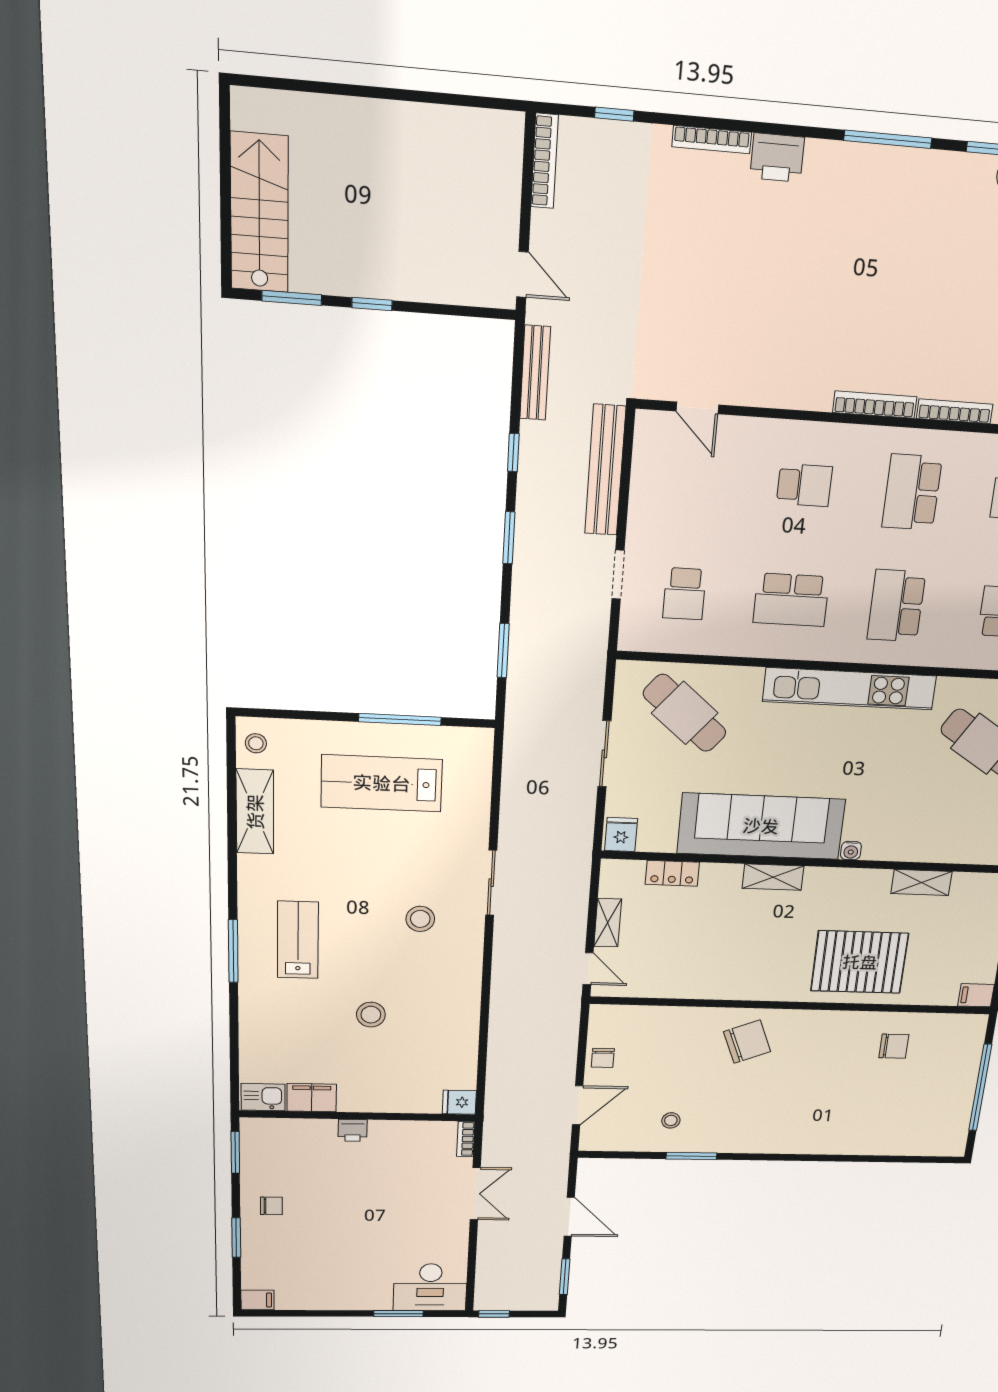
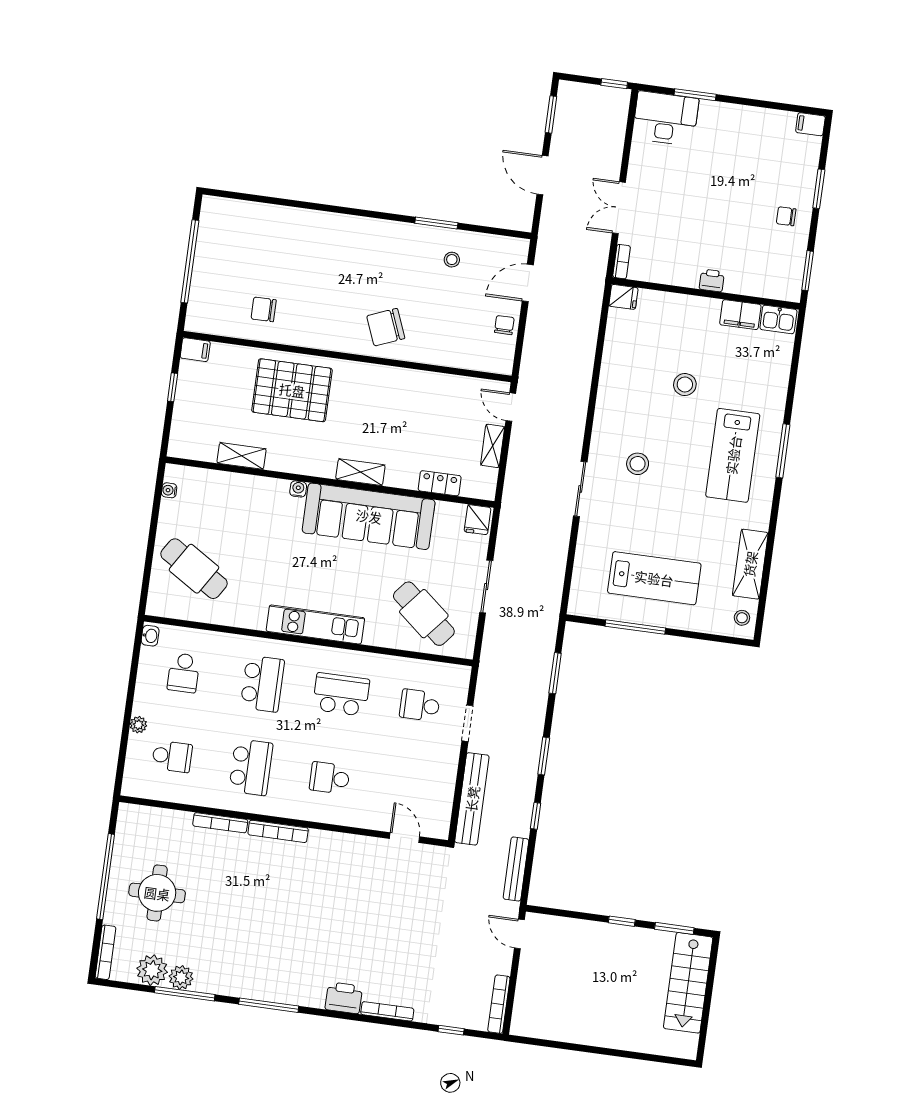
school desk: (684, 594) -> (420, 705), turned -90
kitchen unit: (850, 689) -> (315, 624), width x0.73
lab bench: (298, 940) -> (733, 455), width x1.36, depth x1.39

